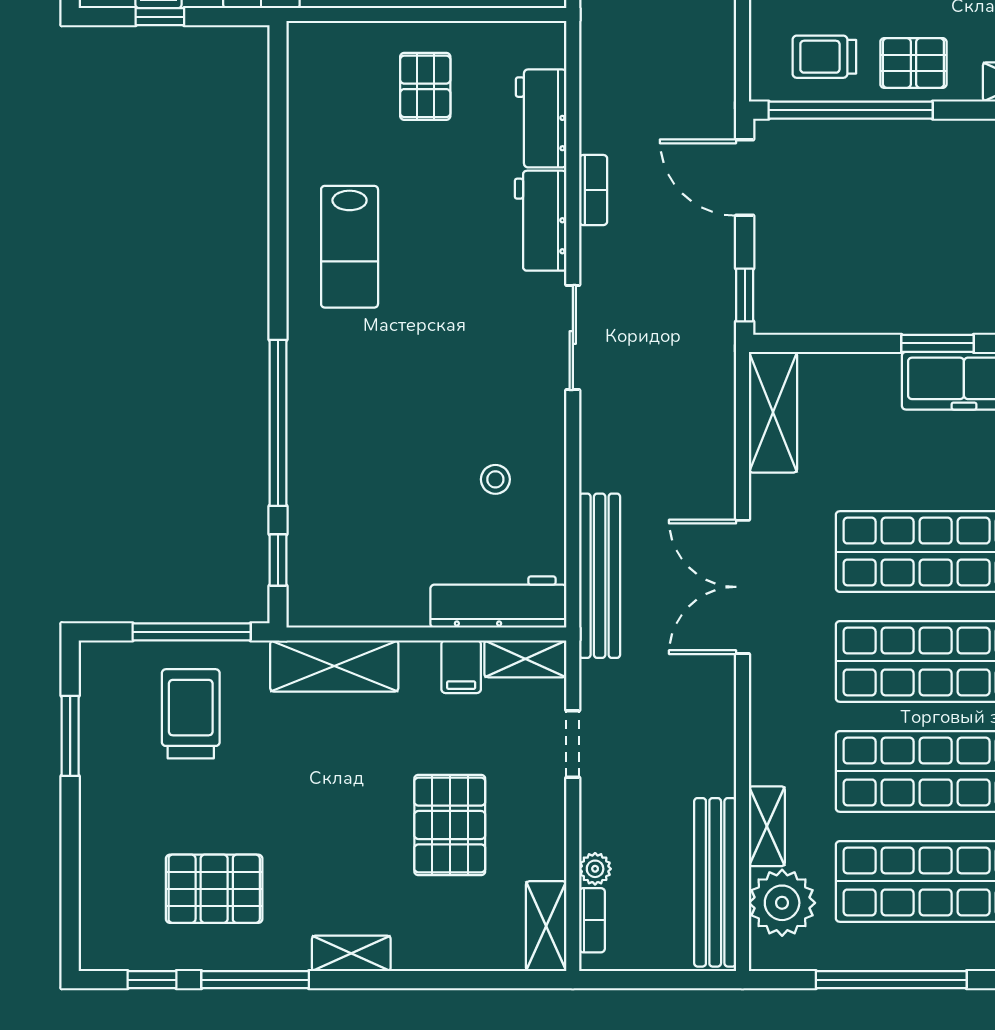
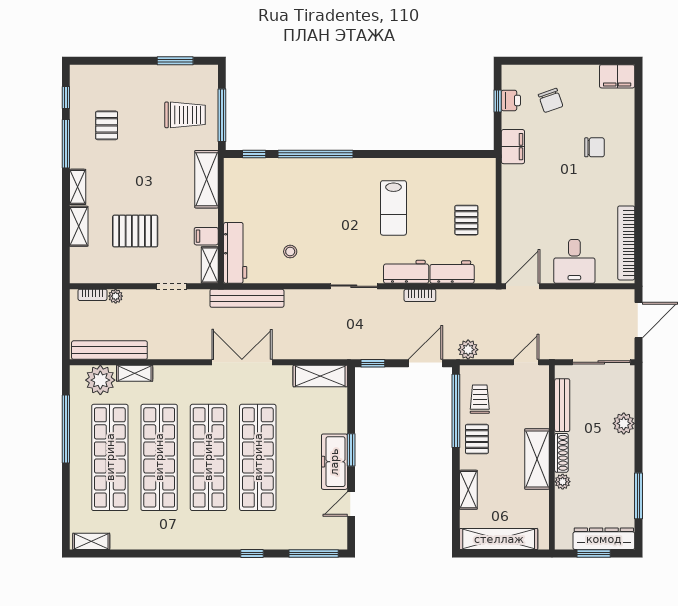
plant: (714, 83) -> (468, 350), added
pallet: (425, 86) -> (466, 220), turned 90
lab bench: (350, 247) -> (393, 208), moved, turned -90
pallet: (214, 889) -> (107, 125), width x0.67, depth x0.71
shelving: (546, 926) -> (79, 226), moved, turned 90

